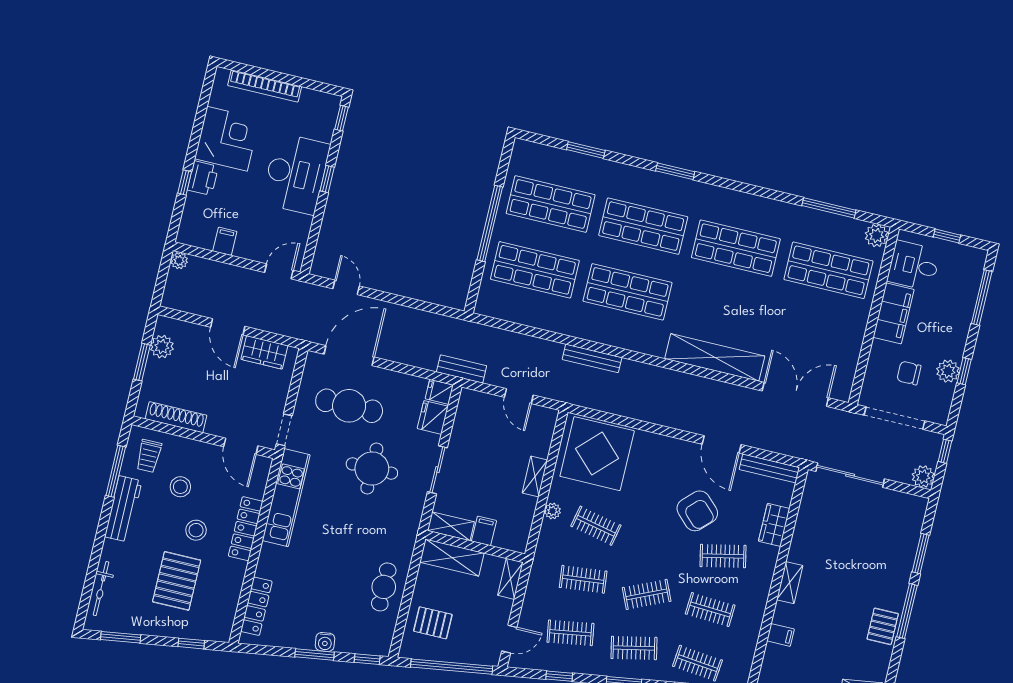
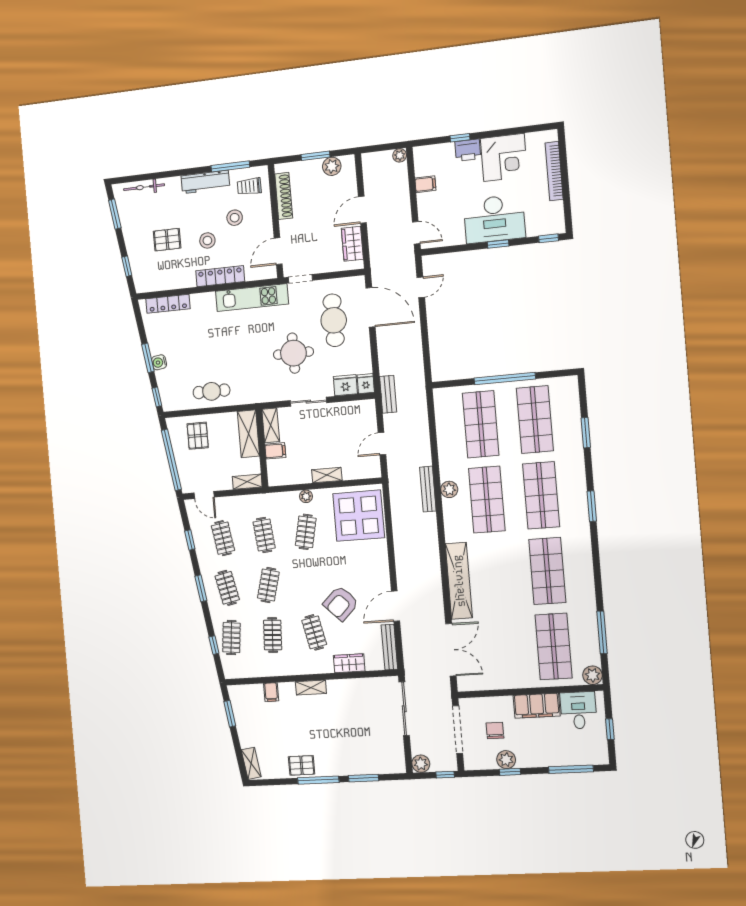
plant: (601, 333) -> (449, 489), added
pallet: (177, 581) -> (167, 240), width x0.67, depth x0.71
clothes rail: (647, 594) -> (268, 585), turned 39

